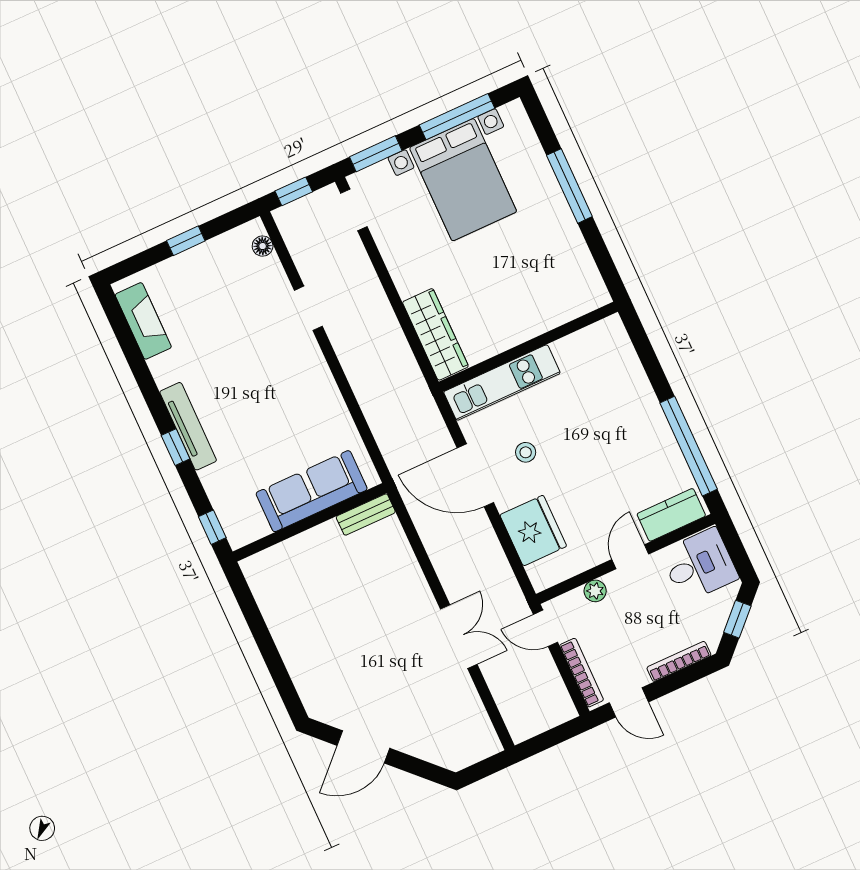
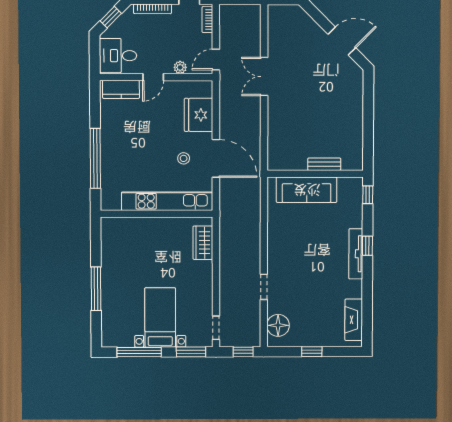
bed with nightstands: (463, 180) -> (160, 318), width x0.73
floor lamp: (263, 246) -> (278, 325), width x1.89, depth x1.89
wardrobe: (435, 334) -> (203, 243), width x0.67
kitchen unit: (502, 383) -> (167, 201), width x1.36
window: (689, 446) -> (95, 158), moved
bench: (366, 515) -> (324, 164), moved
door: (546, 628) -> (216, 60), swing flipped
bookcase: (582, 673) -> (207, 20), width x0.64

